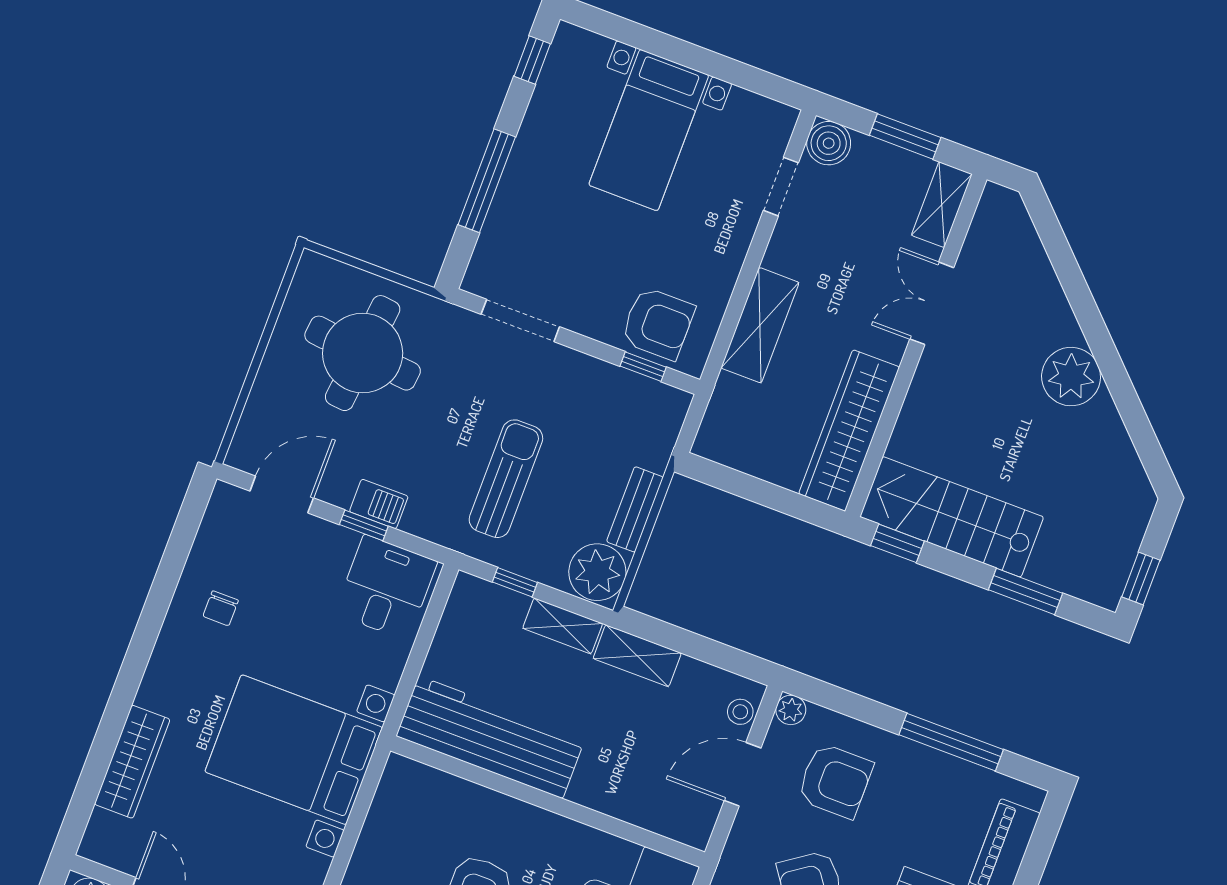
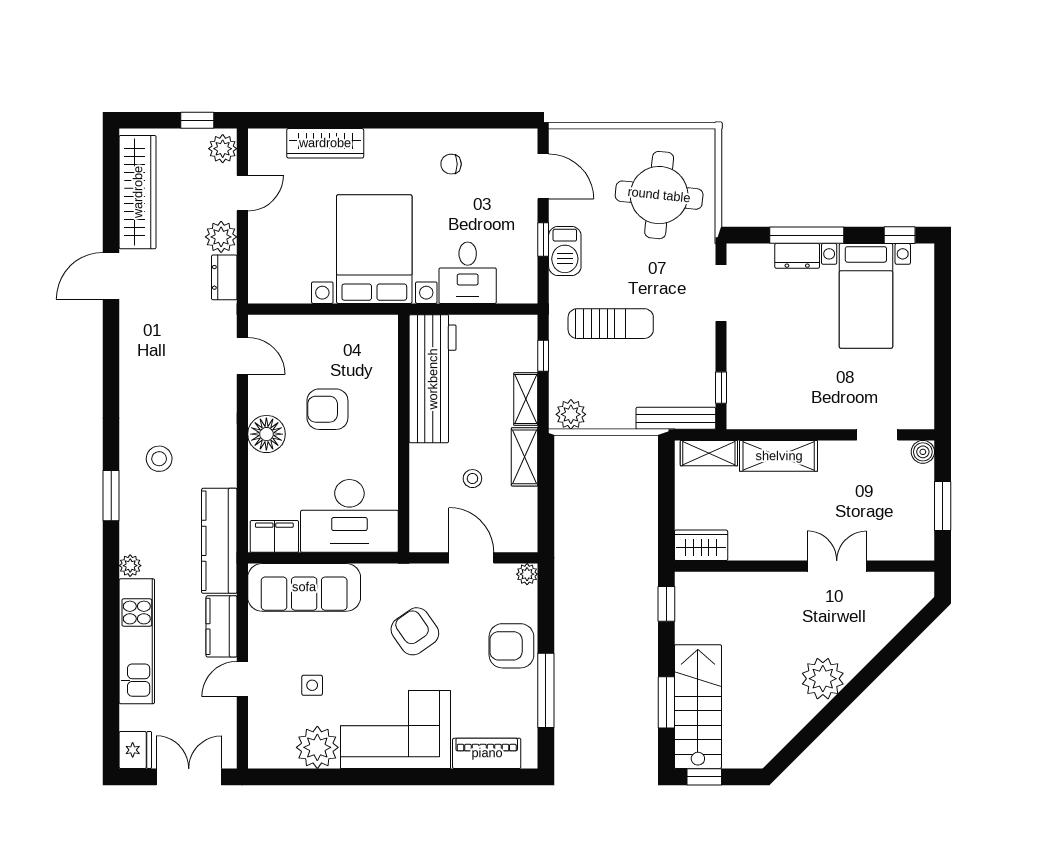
bed with nightstands: (649, 130) -> (866, 296), moved, turned -90
boiler: (829, 143) -> (923, 452), width x0.73, depth x0.73
dresser: (509, 203) -> (797, 256), added
shelving: (942, 205) -> (709, 453), moved
armchair: (658, 323) -> (754, 387), removed
wardrobe: (849, 430) -> (701, 545), width x0.48, depth x0.85
barbecue: (379, 504) -> (565, 251), width x1.38, depth x1.27
bench: (635, 509) -> (676, 418), moved, width x1.36
stairs: (952, 517) -> (698, 707), moved
plant: (597, 572) -> (571, 414), width x0.73, depth x0.73
desk: (386, 588) -> (468, 273), moved, turned 90
stool: (740, 712) -> (472, 479), moved
armchair: (835, 781) -> (511, 646), moved, turned 90

